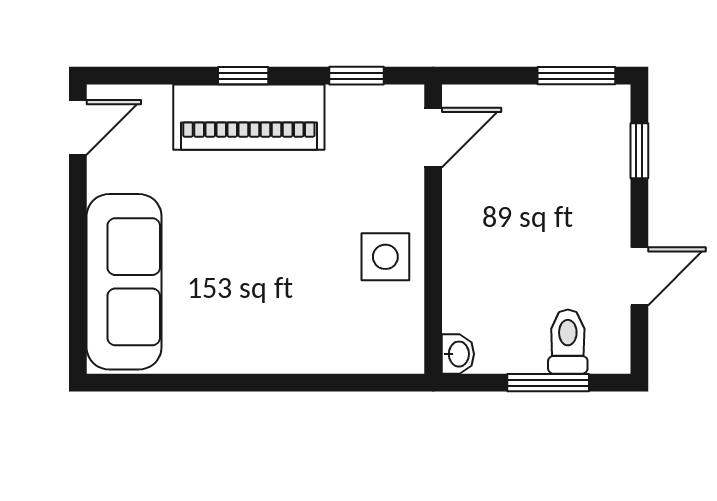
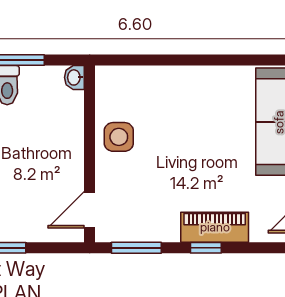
window: (357, 76) -> (136, 248), width x1.50
piano: (249, 117) -> (215, 227), width x0.73, depth x0.75

